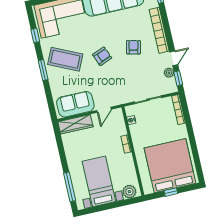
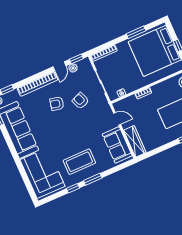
window: (35, 35) -> (73, 188), moved
armchair: (102, 56) -> (81, 101), moved
door: (174, 58) -> (60, 66), swing flipped
coffee table: (65, 59) -> (79, 162), turned 65
window: (194, 149) -> (136, 32), added

